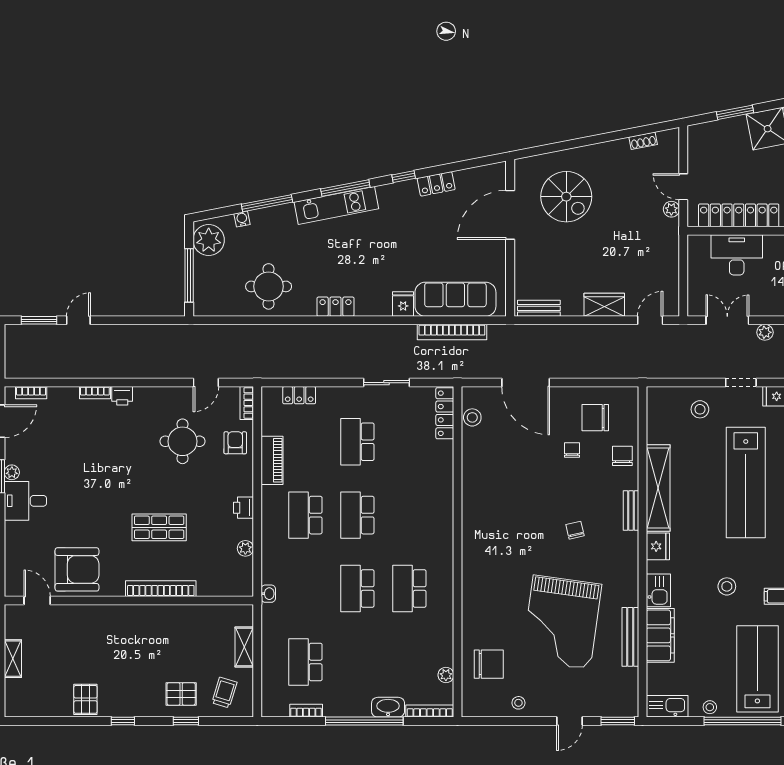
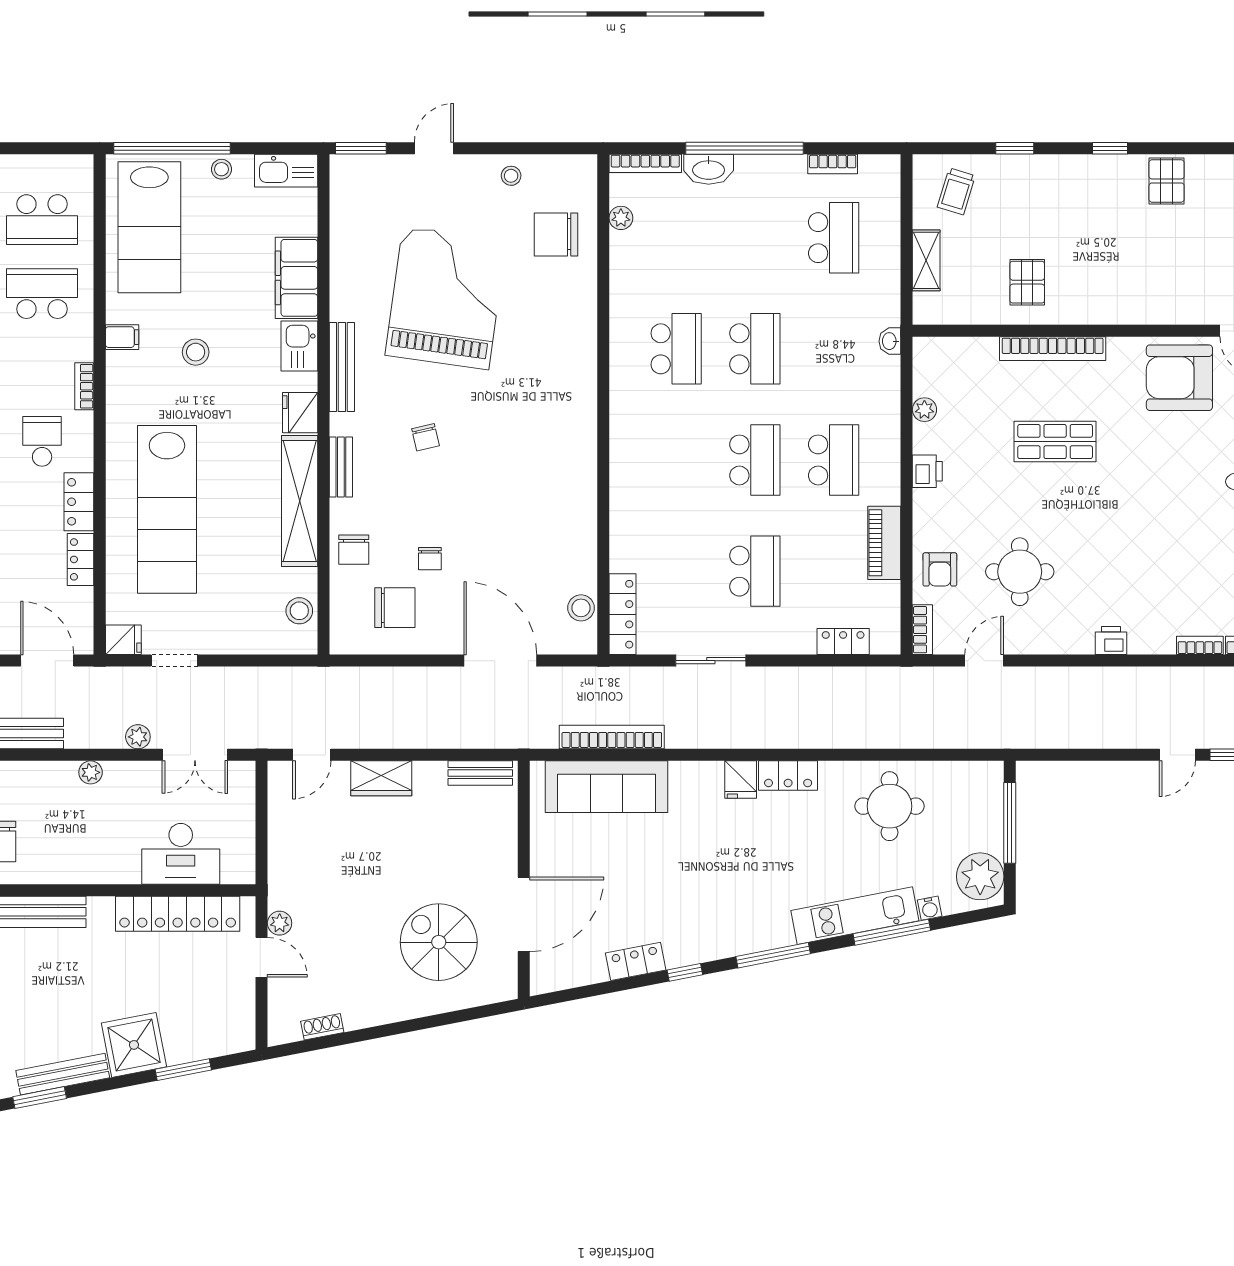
kitchen unit: (336, 205) -> (855, 916), moved
fridge: (403, 304) -> (741, 780), moved
bookcase: (95, 393) -> (1200, 645), moved
stool: (700, 409) -> (299, 611), moved
lab bench: (746, 482) -> (167, 509), turned 180
bench: (630, 637) -> (342, 367), moved
pallet: (181, 694) -> (1027, 282), moved, turned 90

